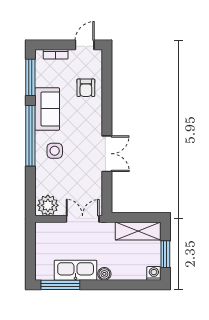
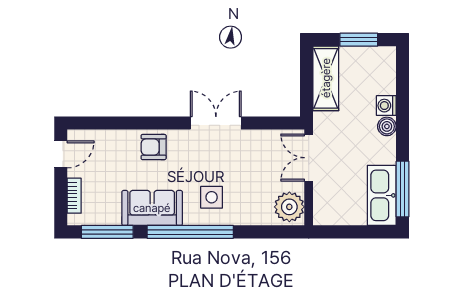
door: (85, 45) -> (61, 154), swing flipped
armchair: (86, 88) -> (154, 147), moved, turned 180
kitchen sink: (76, 270) -> (382, 195), moved
washing machine: (154, 273) -> (386, 106), moved

